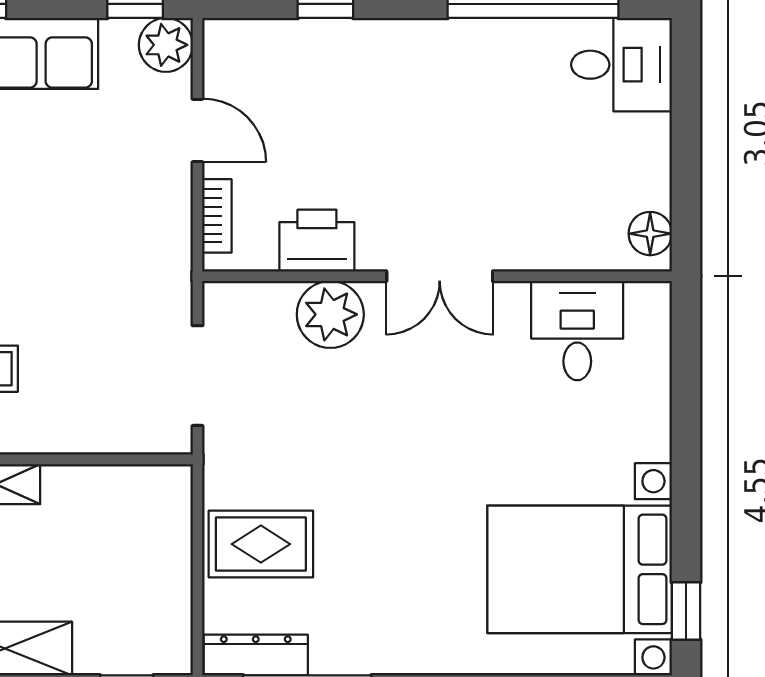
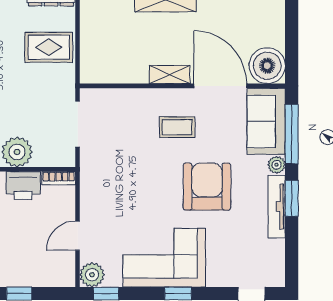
door: (198, 130) -> (78, 236), hinge flipped
bookcase: (217, 216) -> (59, 178), moved, turned -90

